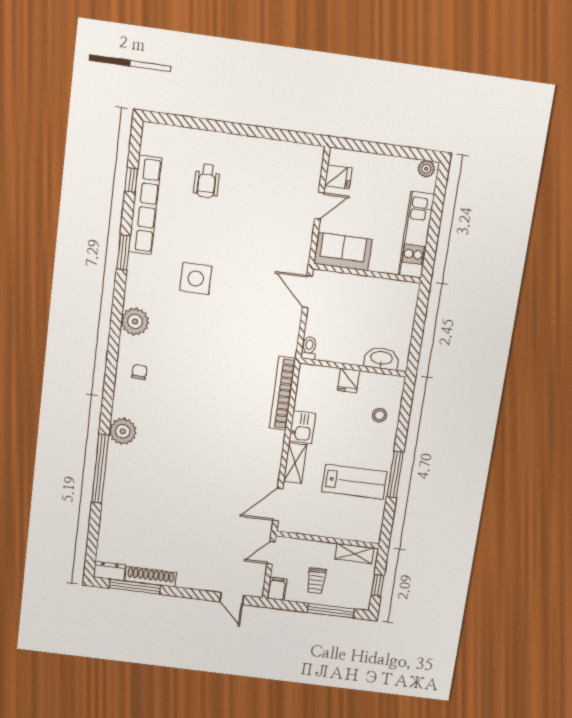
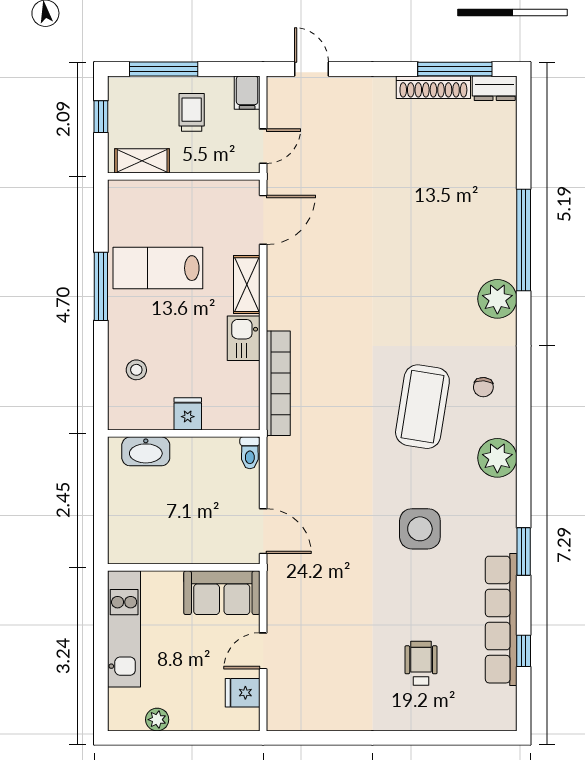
plant: (426, 169) -> (157, 720), moved
coffee table: (184, 364) -> (422, 407), added

